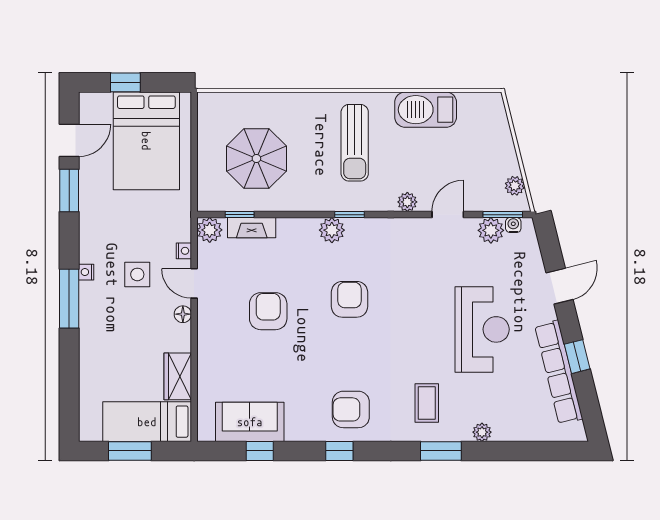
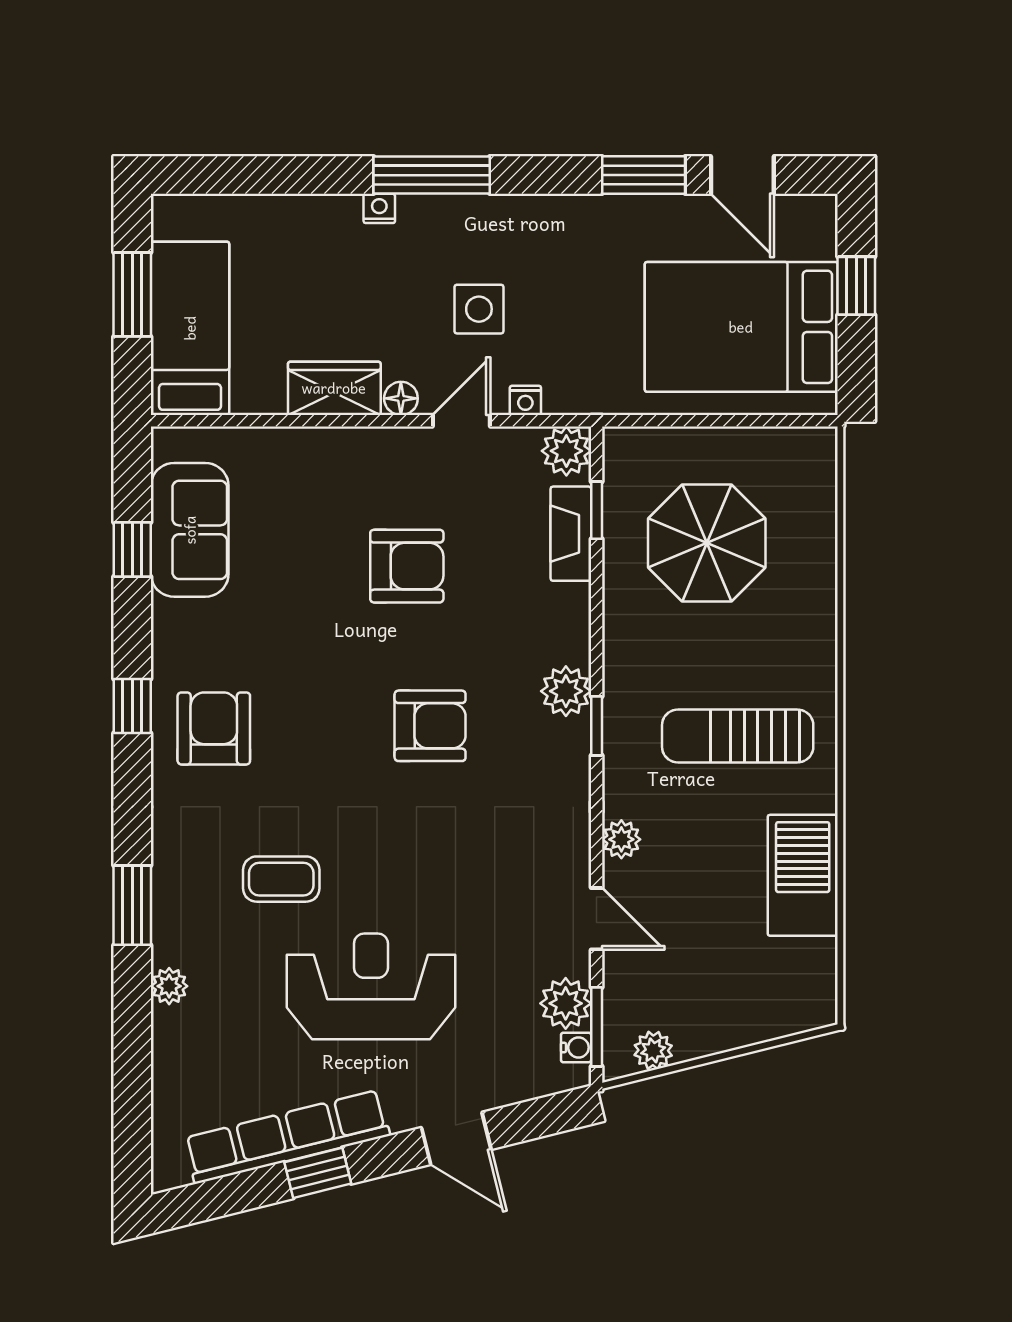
nightstand: (86, 272) -> (379, 208), moved
reception desk: (482, 329) -> (371, 986), turned 180
wardrobe: (178, 376) -> (334, 388), moved
coffee table: (427, 403) -> (281, 879), moved

